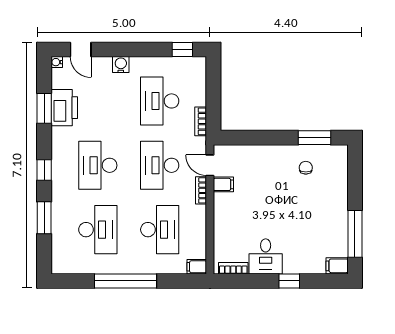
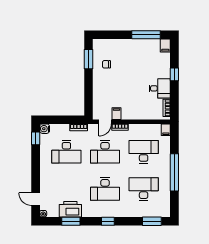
door: (81, 50) -> (36, 199), swing flipped
water cooler: (121, 65) -> (45, 129), moved
window: (44, 218) -> (152, 221), moved

